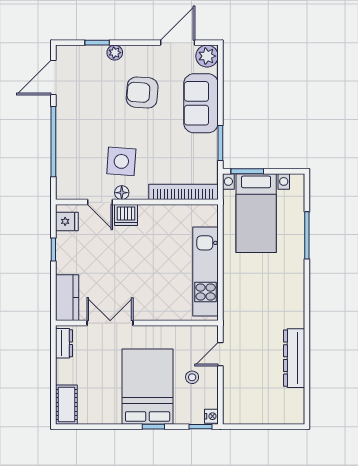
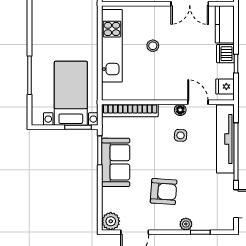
sofa: (201, 103) -> (116, 162), moved
tv unit: (66, 157) -> (225, 139), added
side table: (121, 161) -> (181, 135), width x0.54, depth x0.54
dishwasher: (126, 215) -> (225, 54), moved, turned -90
stool: (155, 272) -> (153, 46), added

